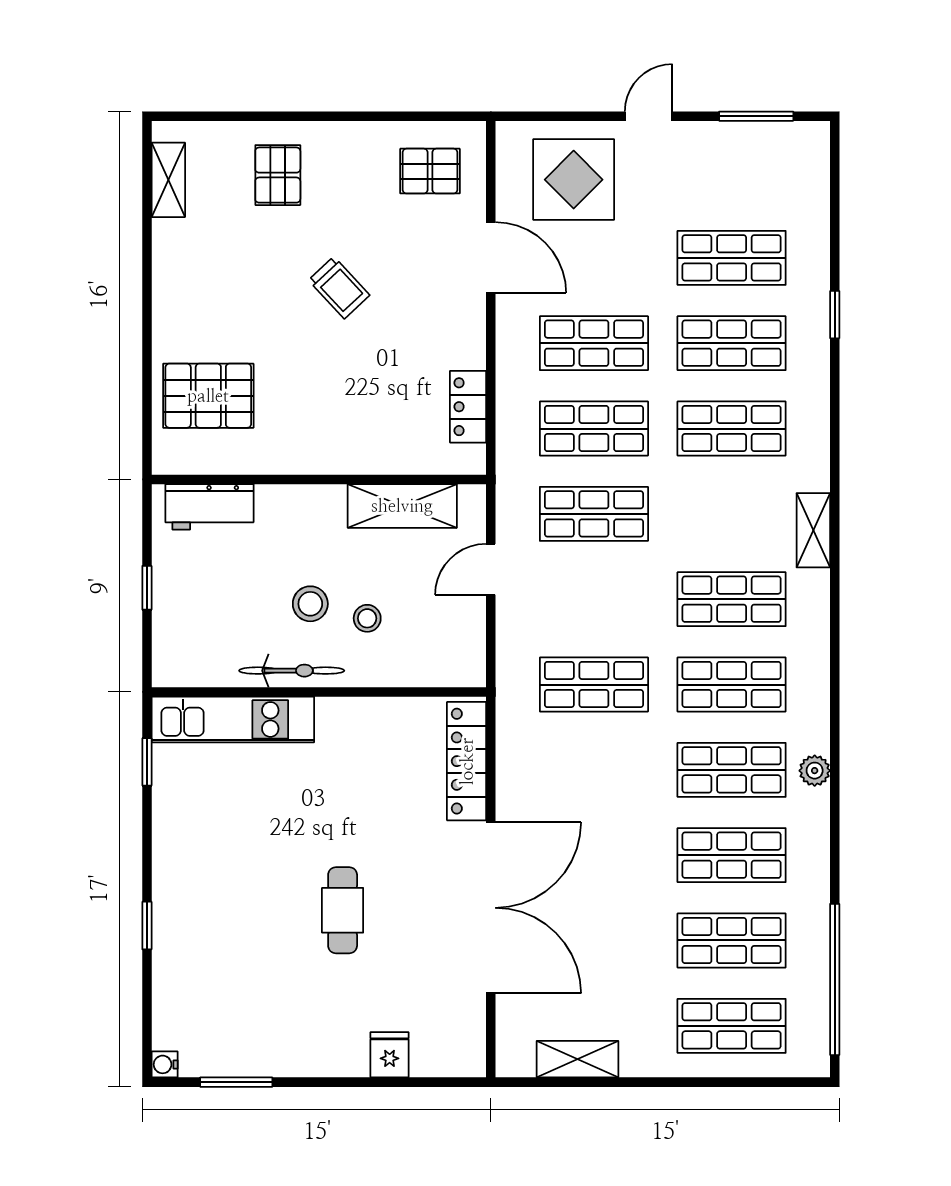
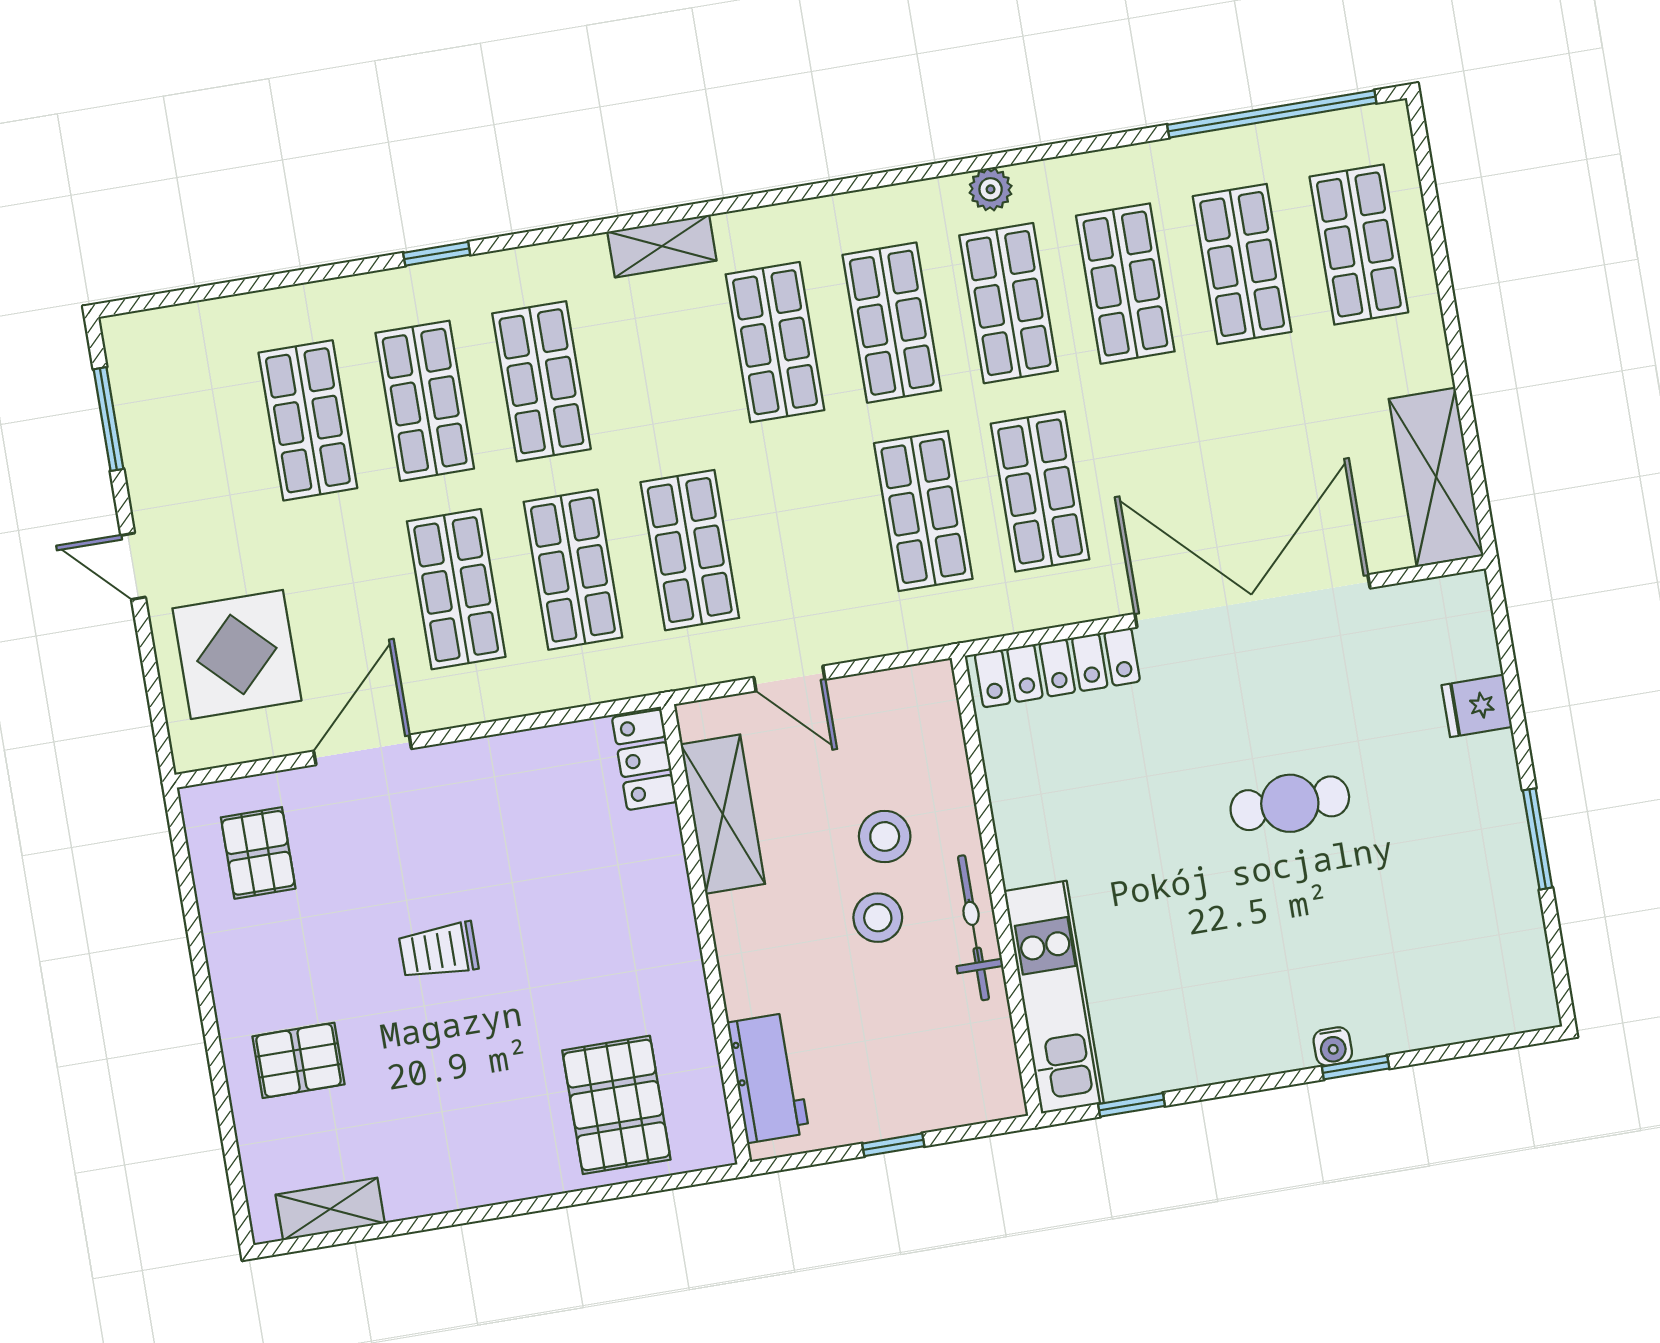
trolley: (339, 288) -> (439, 951), turned -137
window: (835, 315) -> (437, 254), moved
locker: (468, 407) -> (644, 760), moved, turned 90
stool: (367, 618) -> (885, 836), width x1.37, depth x1.37
shop shelf: (594, 770) -> (1040, 491), added
shelving: (578, 1059) -> (1436, 477), width x1.50, depth x1.33
water cooler: (165, 1064) -> (1333, 1046), moved
window: (236, 1082) -> (1538, 839), moved

